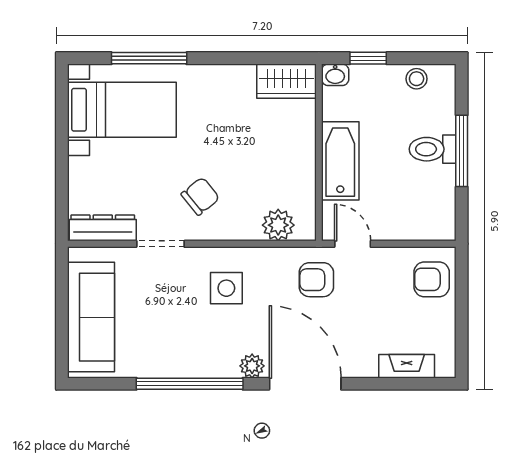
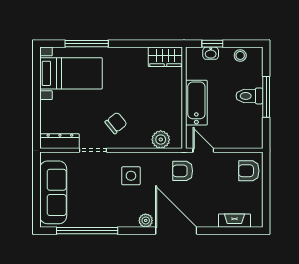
washbasin: (335, 75) -> (211, 53), moved
window: (190, 384) -> (87, 231), moved

